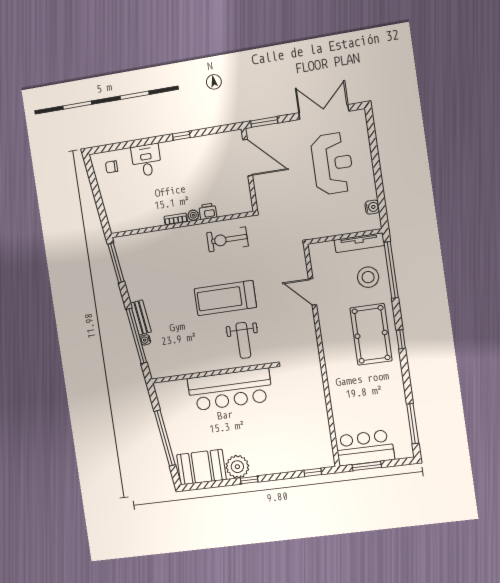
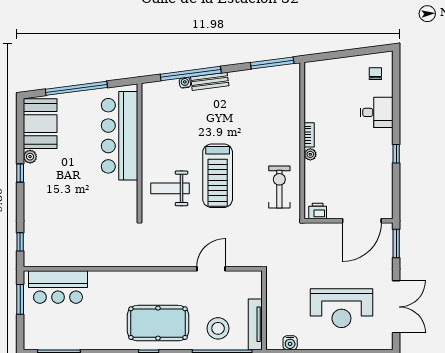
printer: (208, 211) -> (318, 211), moved, turned -90
treadmill: (225, 298) -> (218, 176), turned 180
bar counter: (230, 390) -> (120, 136), moved
bar counter: (365, 448) -> (58, 287), moved, turned 90
plant: (237, 467) -> (30, 157), width x0.53, depth x0.53

